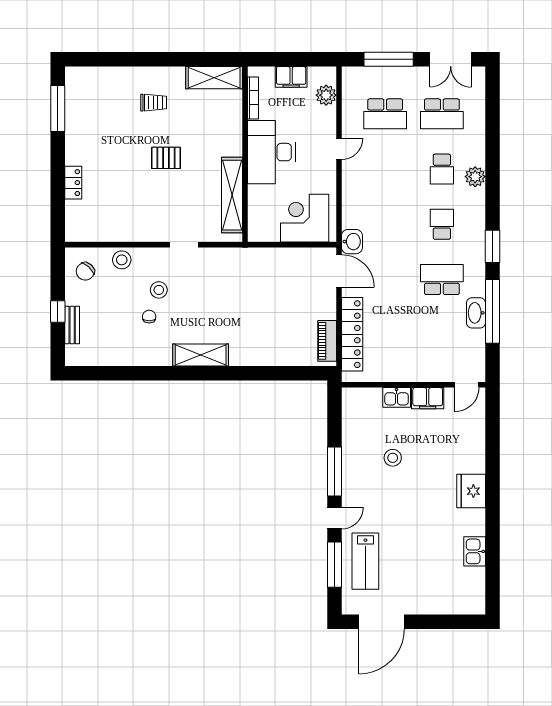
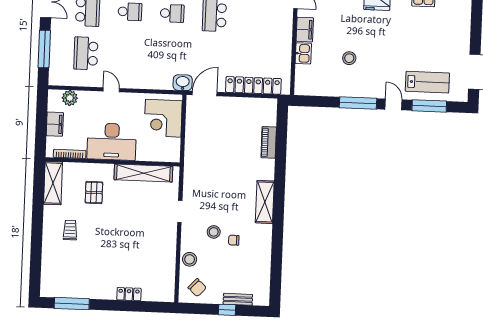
school desk: (385, 114) -> (86, 53), turned 180
pallet: (166, 158) -> (94, 192), moved
school desk: (442, 224) -> (172, 13), turned 180
piano: (327, 341) -> (269, 142), moved, turned 90

